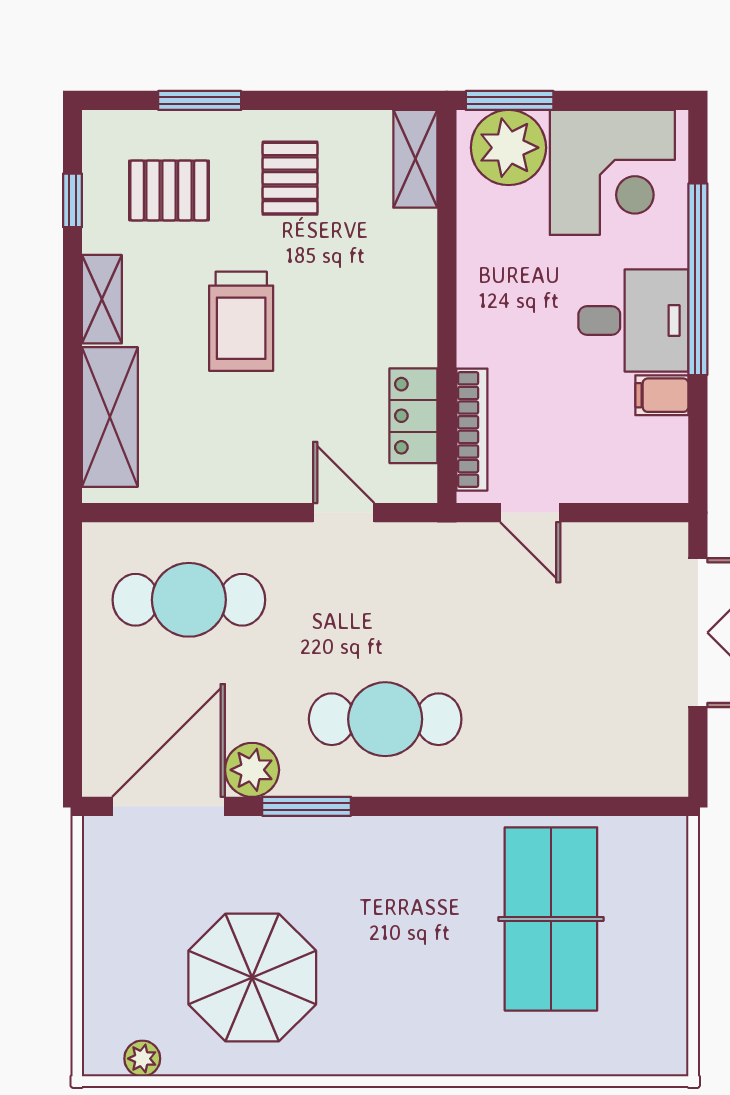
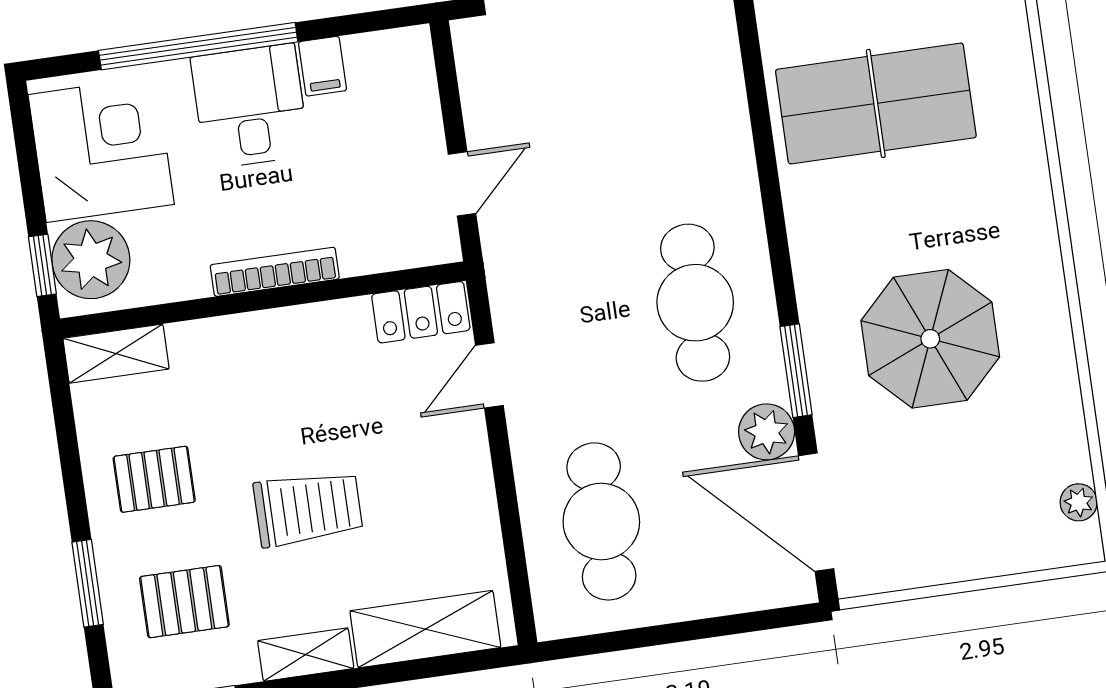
window: (510, 100) -> (42, 265), width x0.67
pallet: (169, 190) -> (184, 602), turned 90
locker: (413, 416) -> (421, 312), moved
bookcase: (472, 430) -> (275, 272), moved
parasol: (252, 978) -> (930, 339), moved

